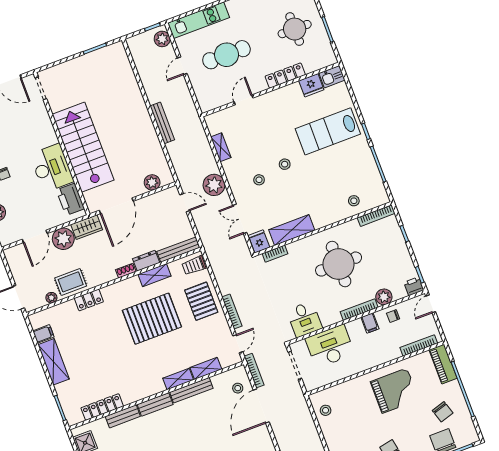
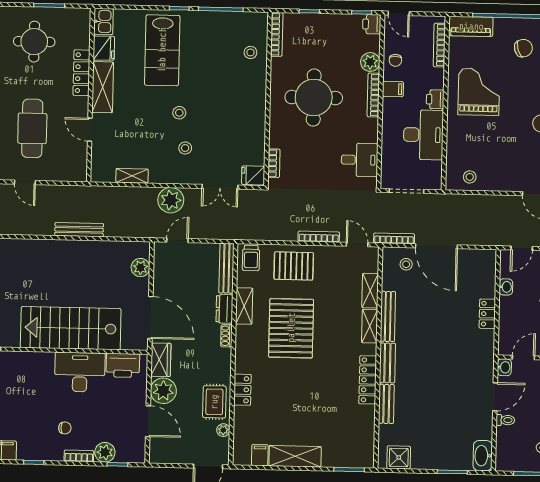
shelving: (292, 230) -> (103, 87), moved
desk: (330, 346) -> (423, 135), moved, turned 180
printer: (375, 359) -> (435, 99), added
locker: (102, 407) -> (368, 380), moved

